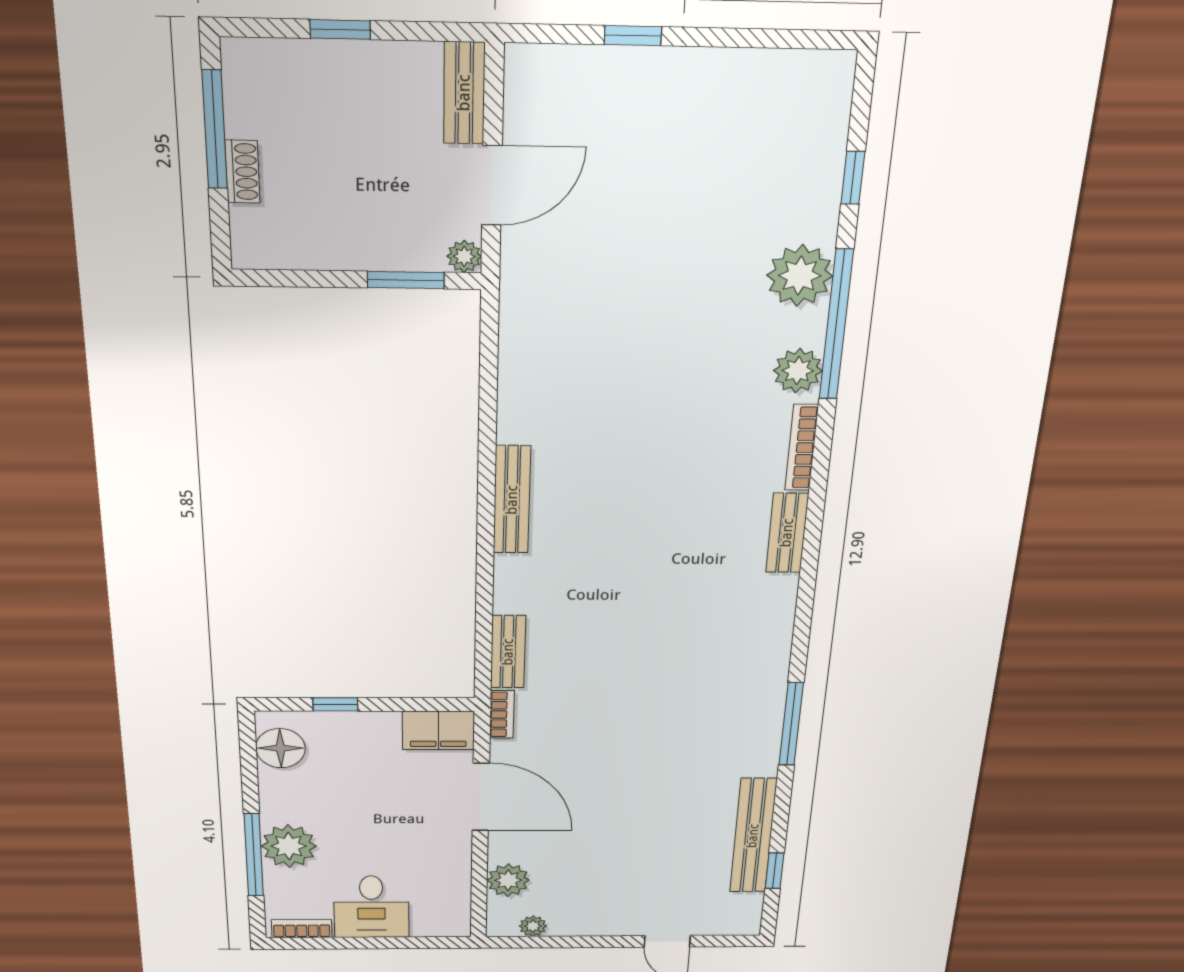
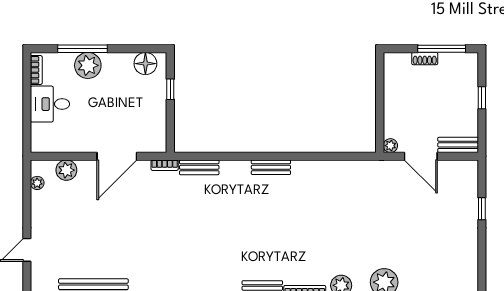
window: (406, 280) -> (380, 122), removed
bench: (512, 500) -> (271, 167), width x0.73
filing cabinet: (438, 730) -> (156, 136), removed

